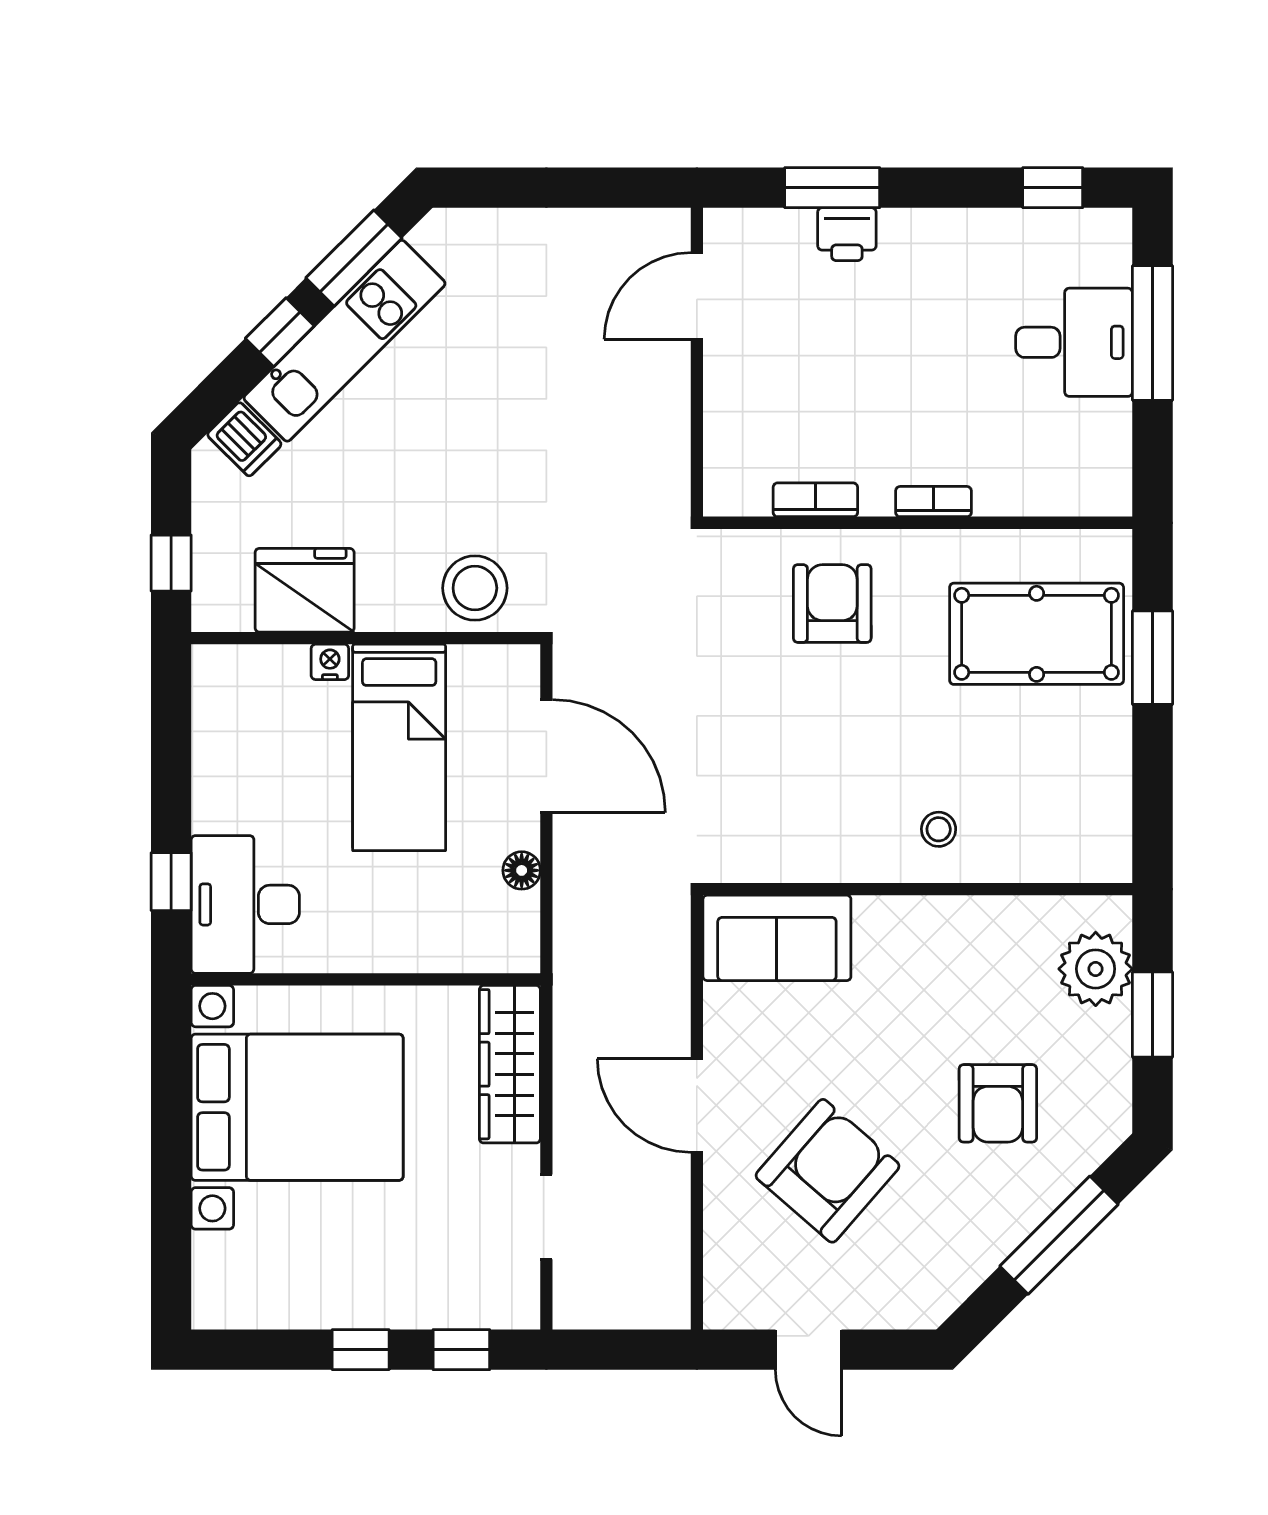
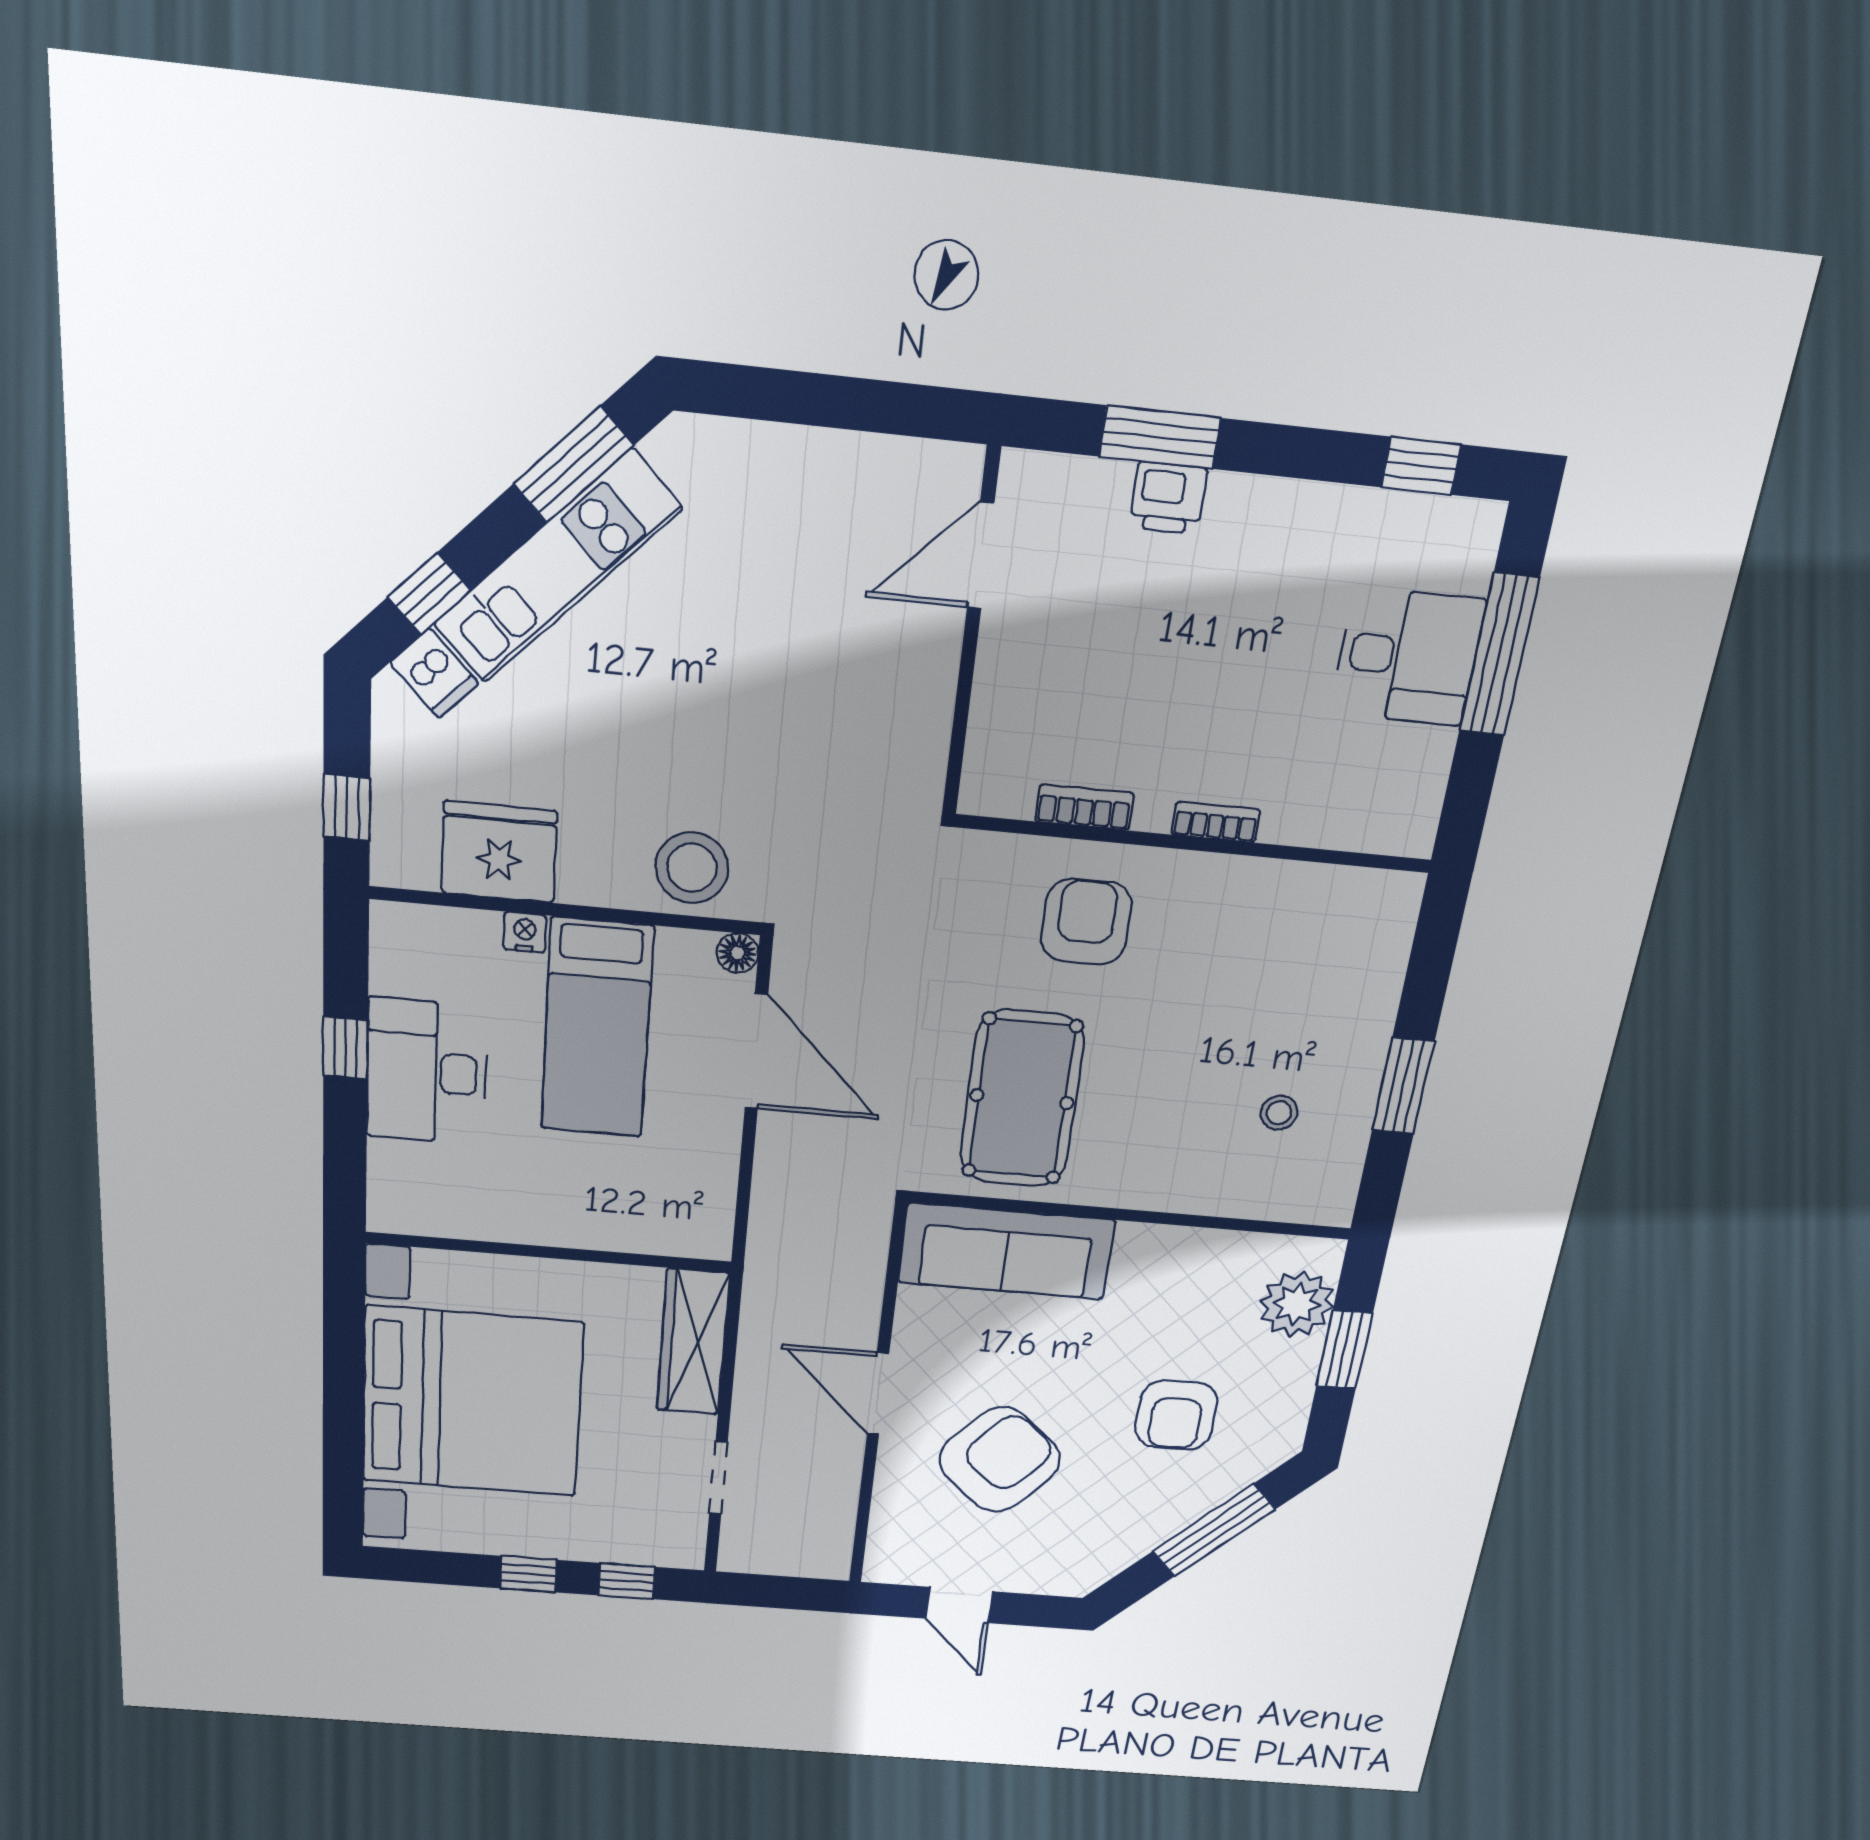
window: (280, 332) -> (429, 594), moved
pool table: (1037, 634) -> (1022, 1099), moved, turned 90
window: (1152, 658) -> (1403, 1086), moved
stool: (939, 829) -> (1279, 1113), moved
floor lamp: (522, 870) -> (738, 953), moved
window: (171, 882) -> (345, 1048), moved
desk: (245, 904) -> (427, 1072), moved
sofa: (777, 938) -> (1006, 1251), width x1.36
bed with nightstands: (297, 1107) -> (472, 1402), width x1.36

